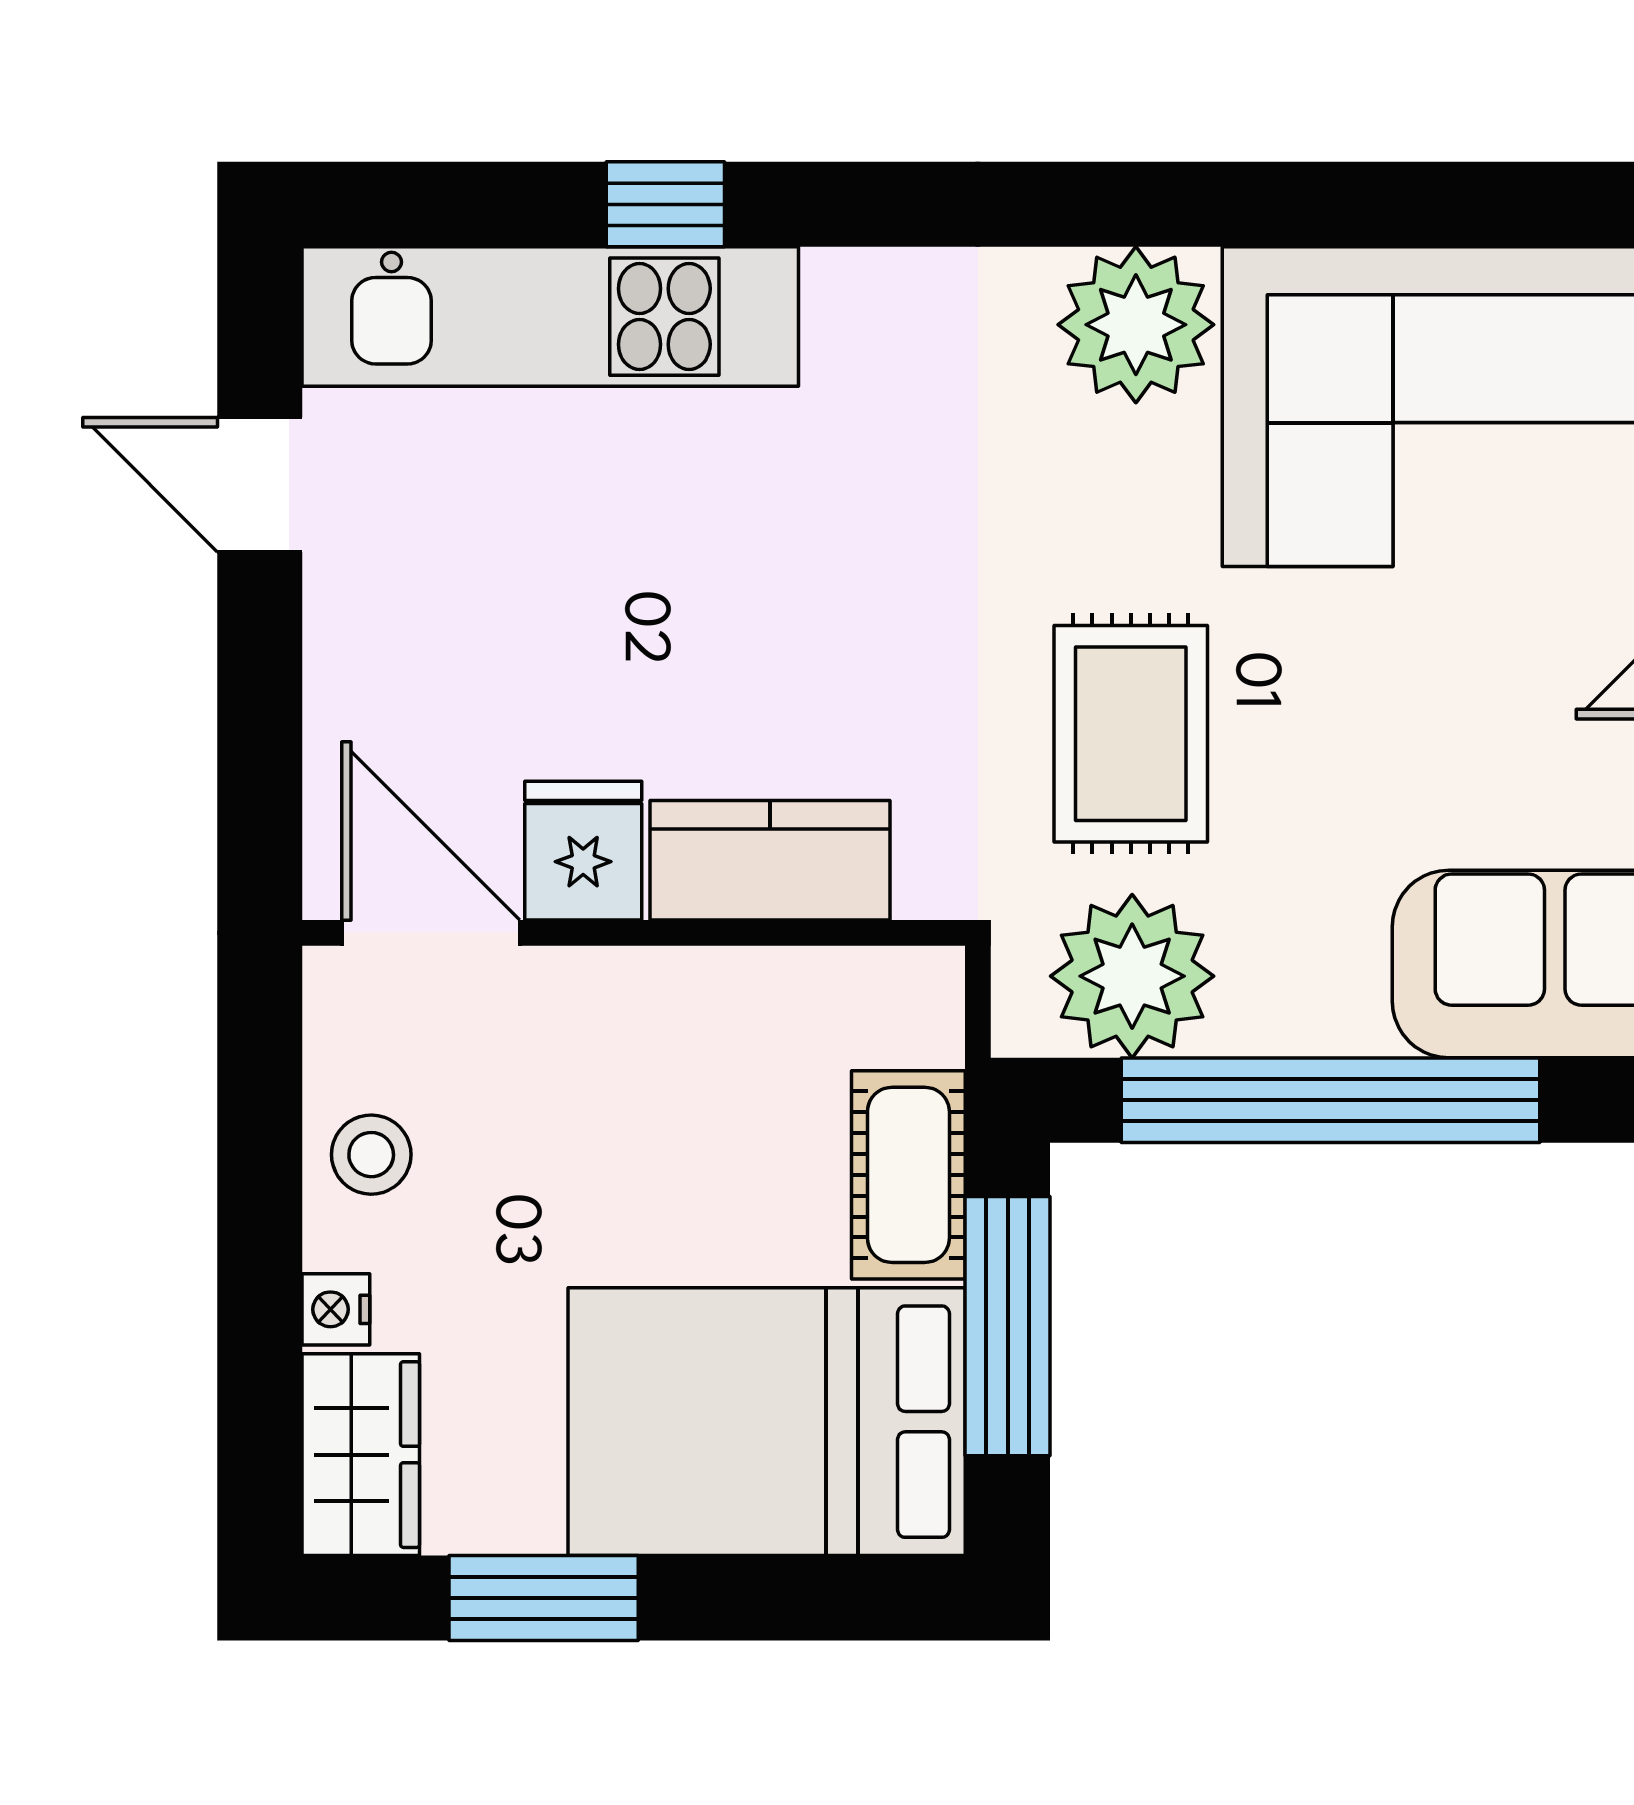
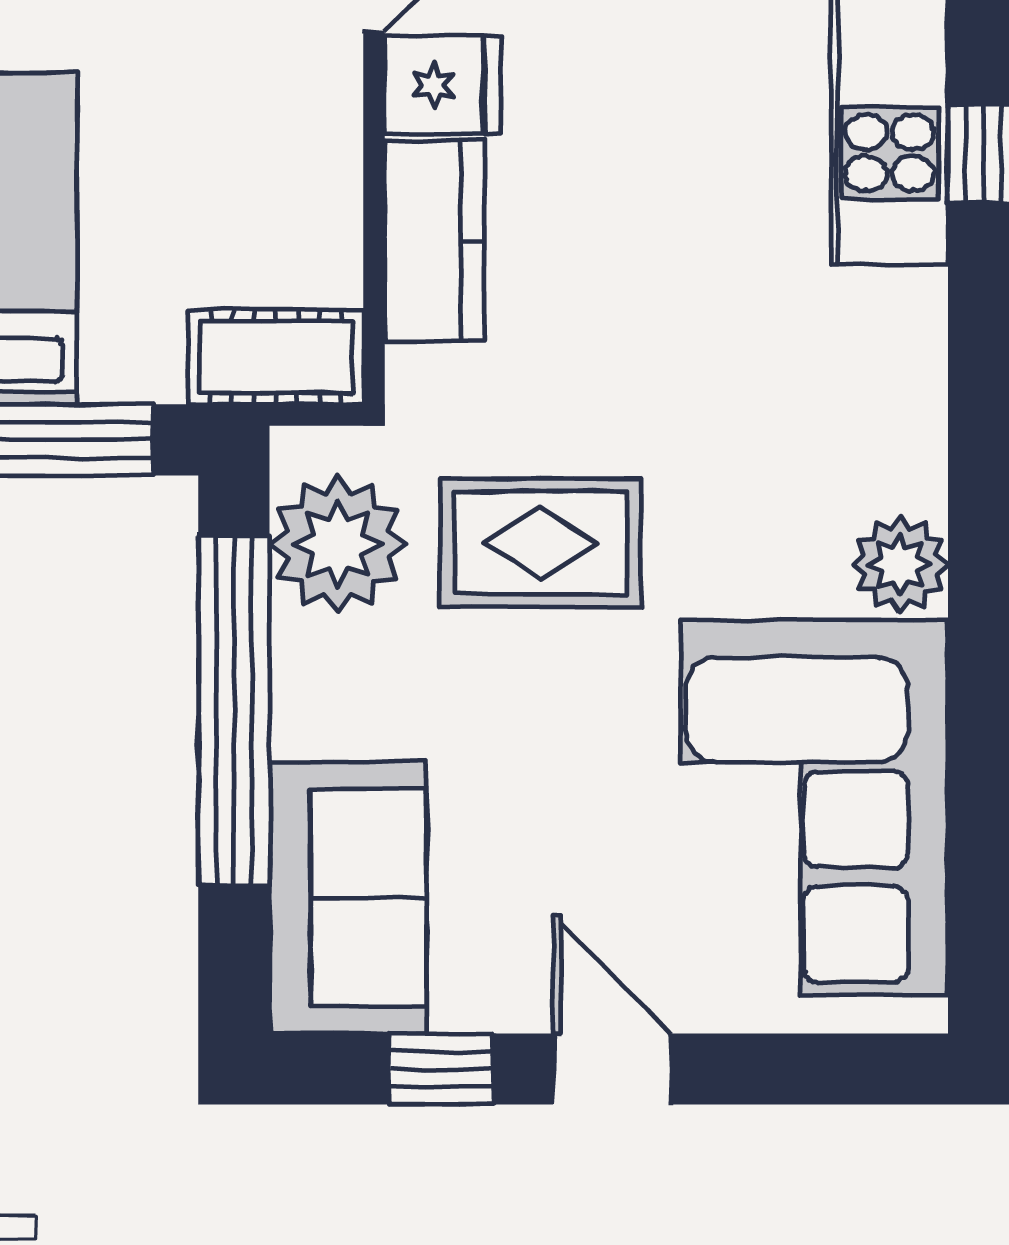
plant: (1136, 325) -> (900, 565), width x0.73, depth x0.73
cot: (908, 1175) -> (276, 357), moved

